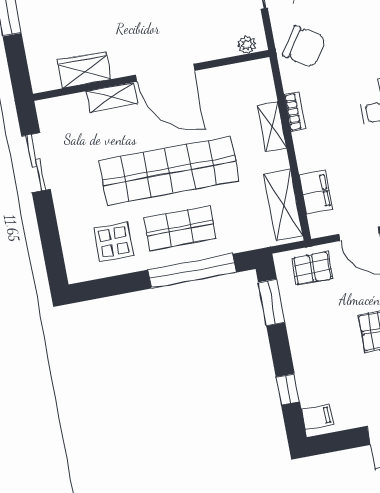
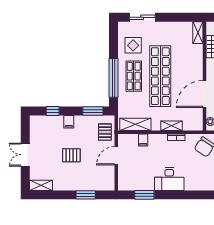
door: (165, 73) -> (204, 94), moved
shelving: (112, 97) -> (198, 33), moved
sliding door: (36, 163) -> (142, 17), moved
filing cabinet: (316, 192) -> (143, 140), width x0.50
filing cabinet: (317, 417) -> (69, 122), moved

